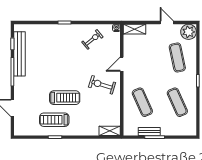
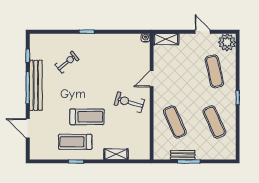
exercise bike: (92, 39) -> (67, 62), moved
bench: (19, 54) -> (36, 85), moved
shelving: (110, 131) -> (116, 154), moved

